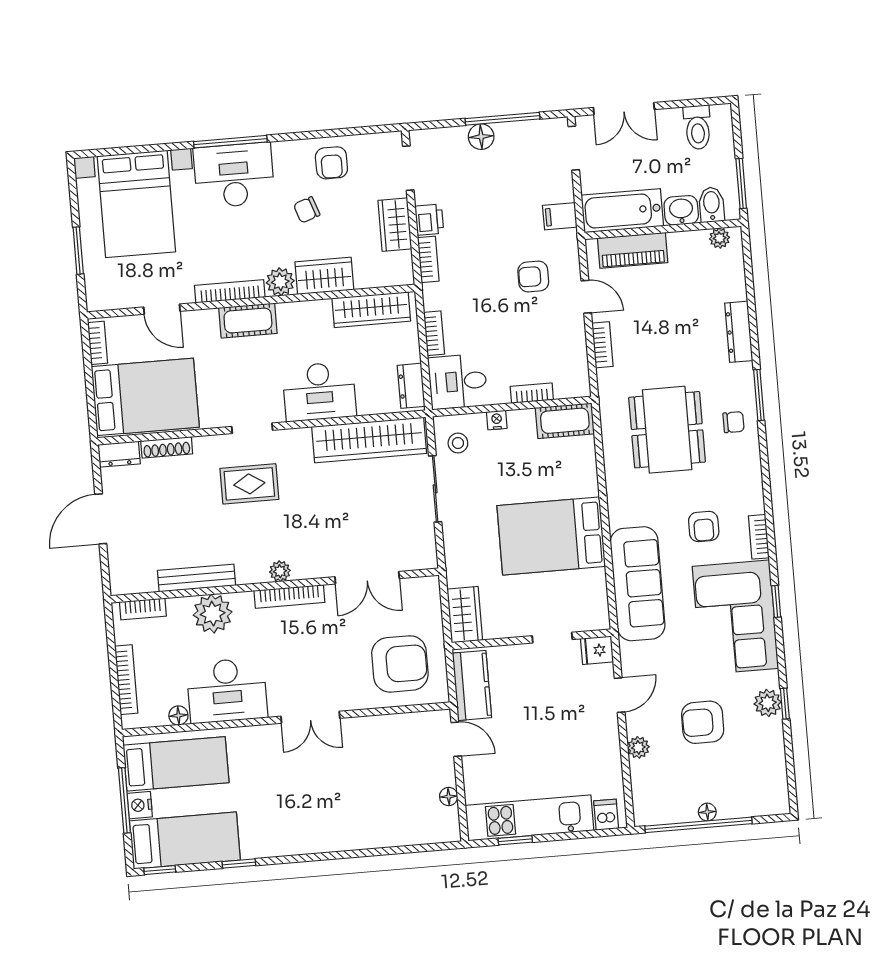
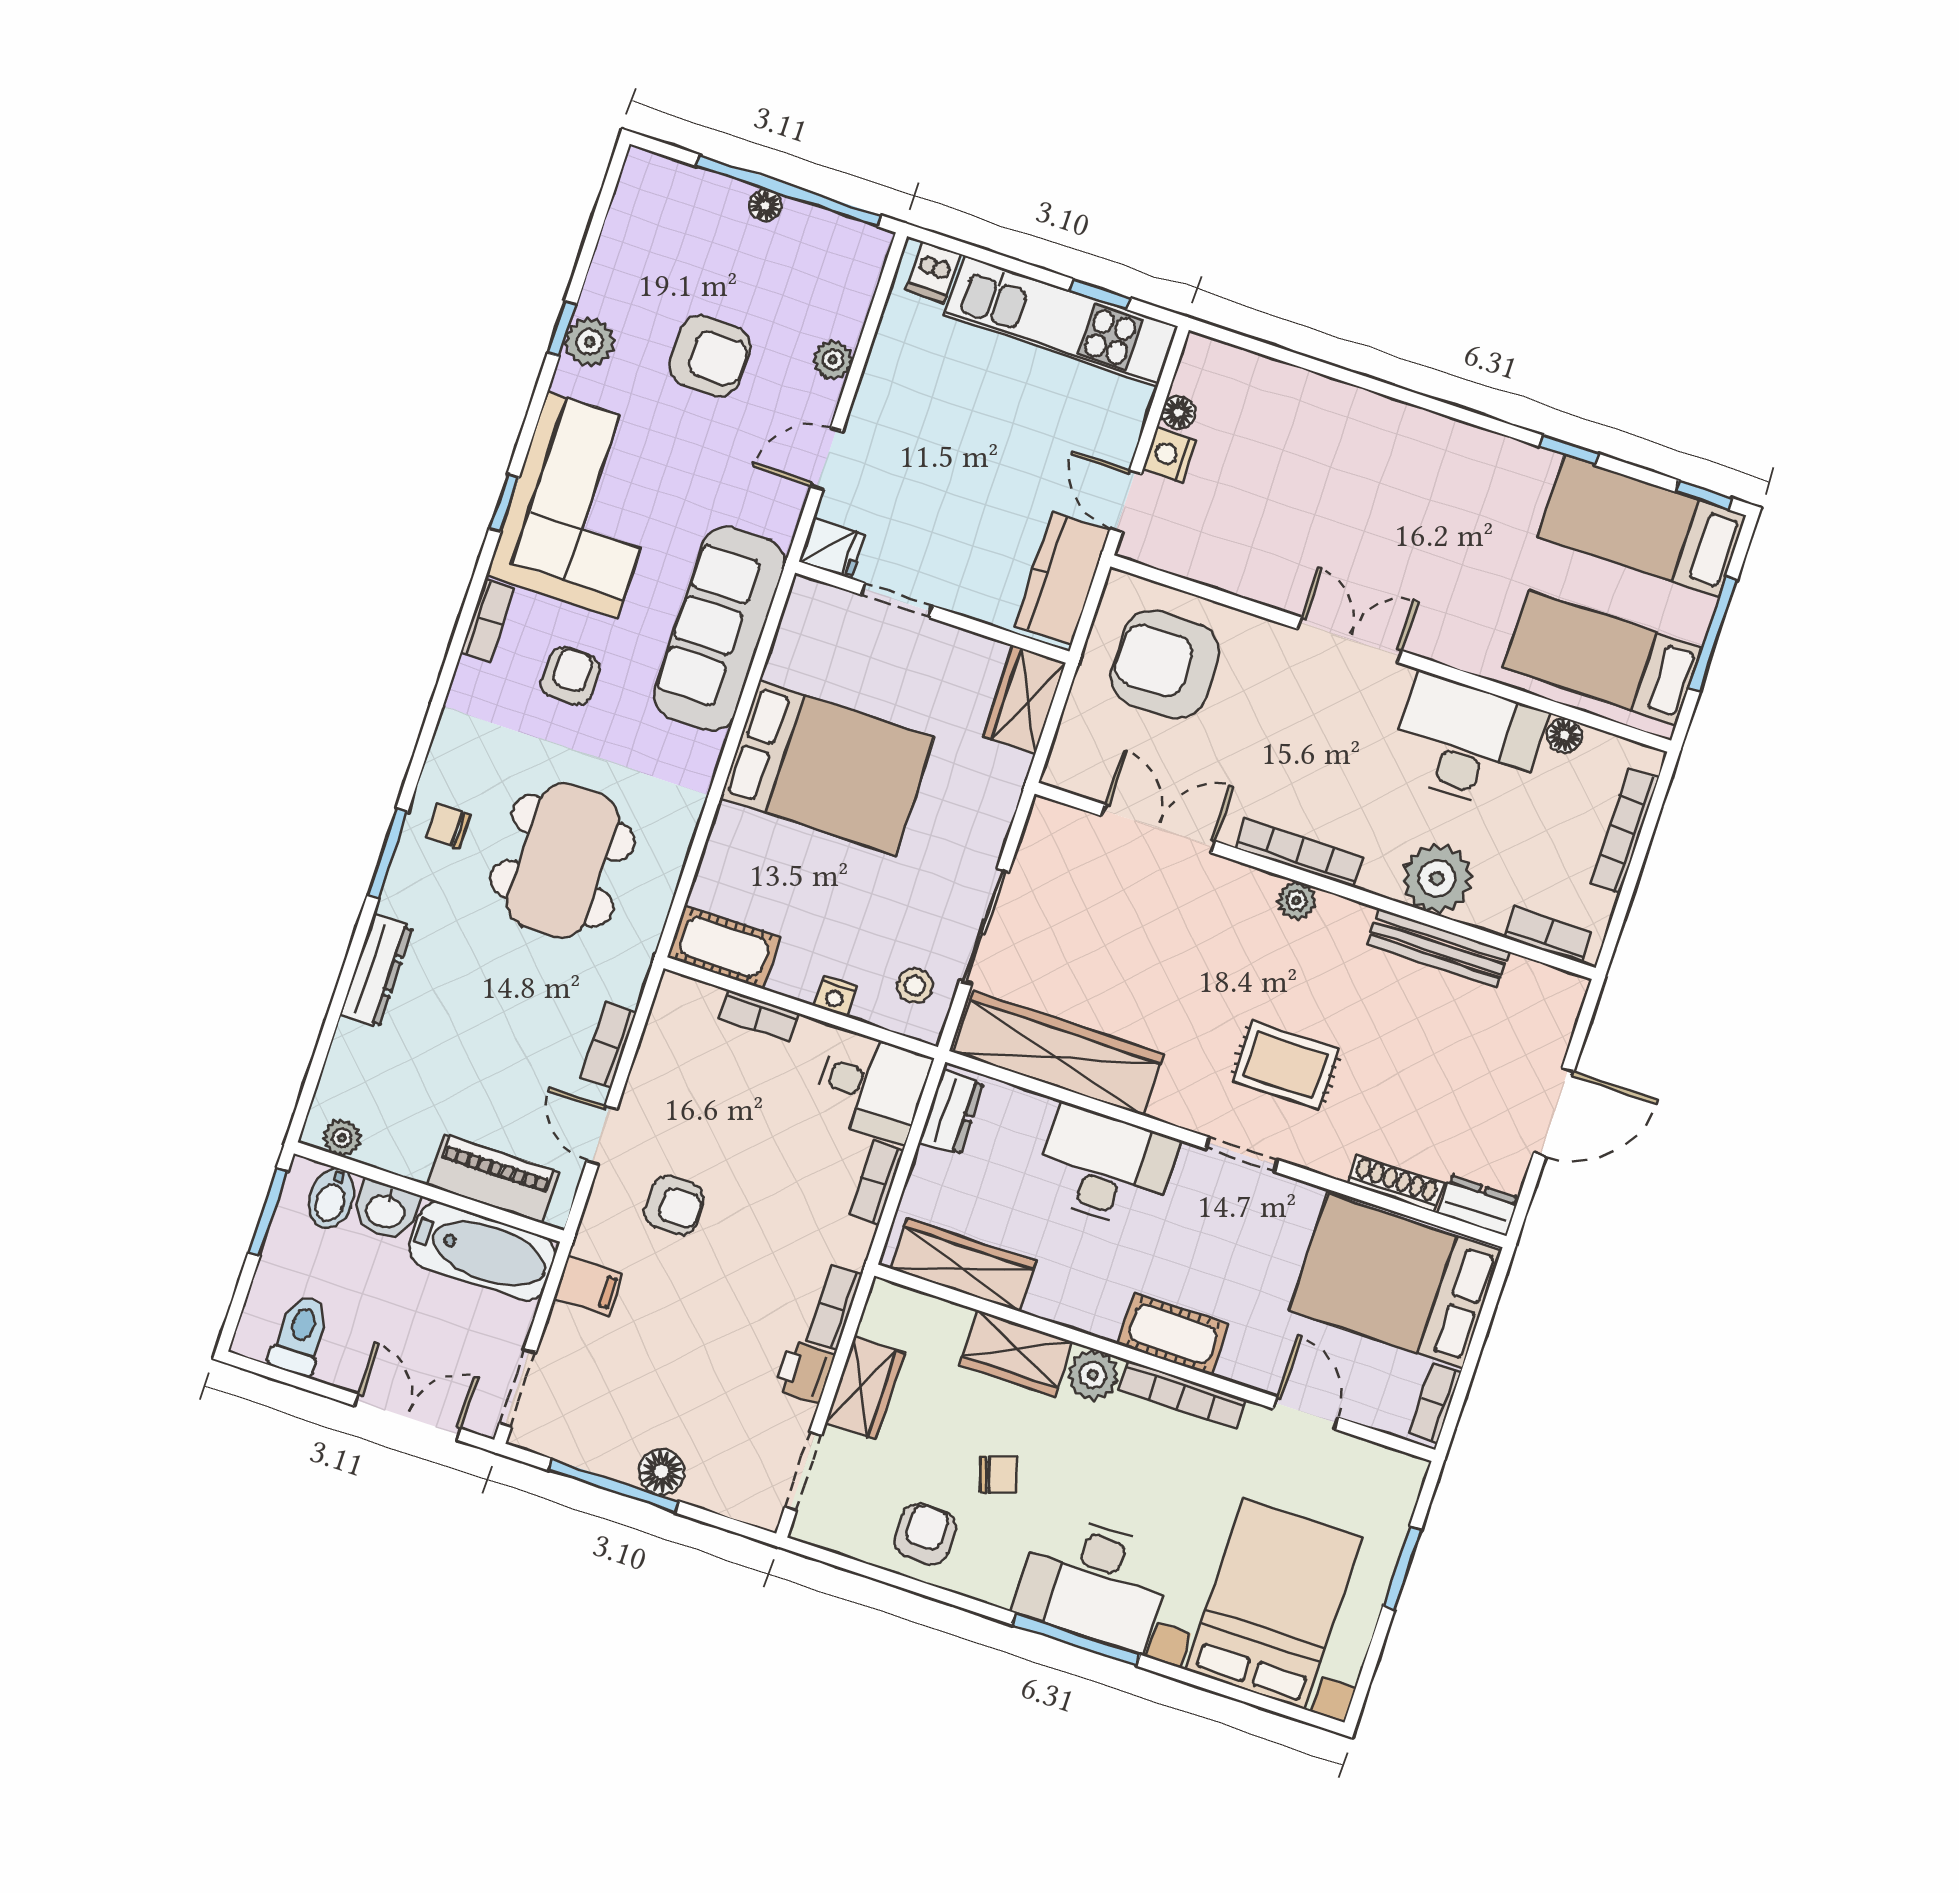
nightstand: (140, 805) -> (1169, 455), moved, turned 180

